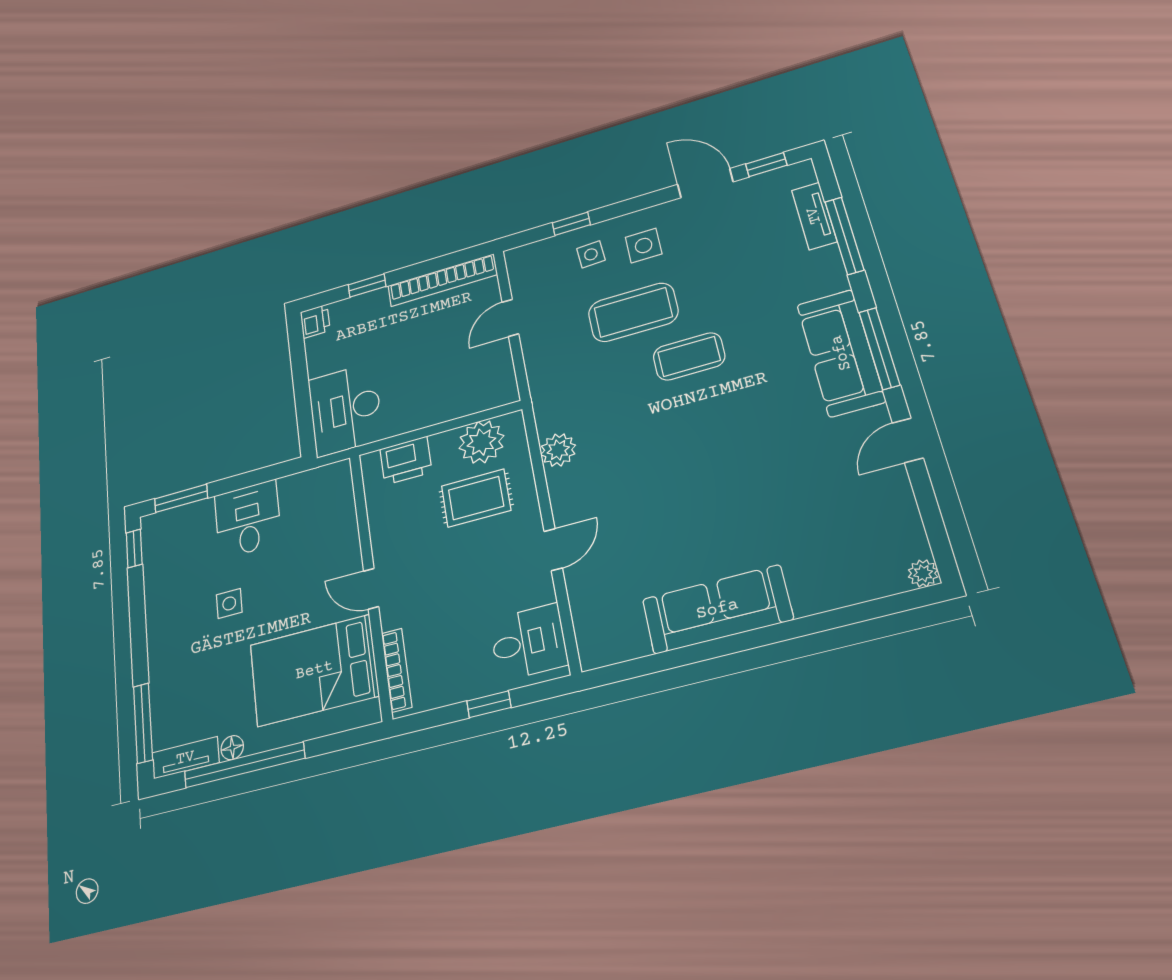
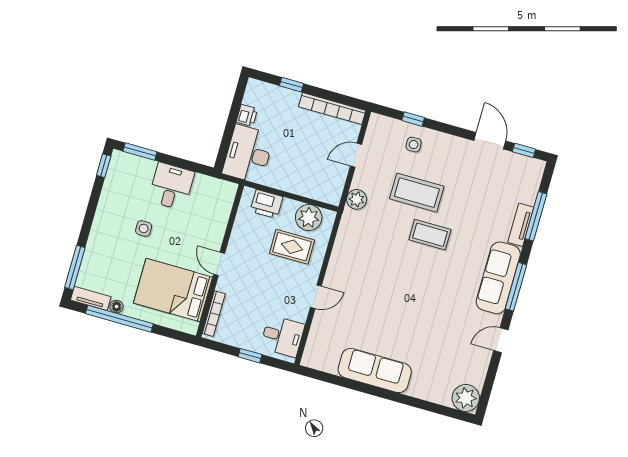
tv unit: (814, 216) -> (521, 225), moved
side table: (644, 246) -> (441, 157), removed
printer: (315, 321) -> (247, 115), moved
plant: (558, 450) -> (357, 199), moved
plant: (923, 573) -> (466, 398), width x1.87, depth x1.87

